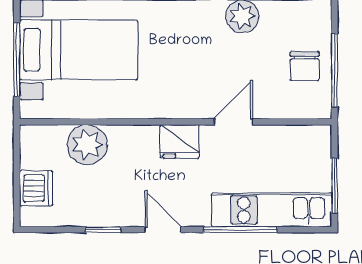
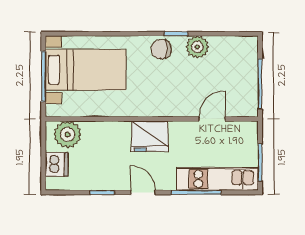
chair: (305, 66) -> (161, 49), moved, turned 90
door: (233, 122) -> (212, 119), moved
fridge: (180, 141) -> (150, 136), width x1.36, depth x1.34
plant: (87, 145) -> (68, 134), moved

